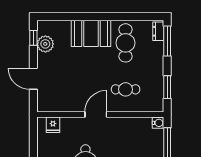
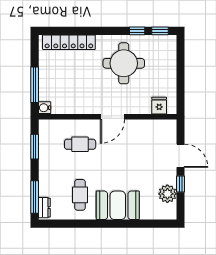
window: (33, 38) -> (181, 184), moved
cafe table: (126, 43) -> (80, 195), width x0.73, depth x0.74

